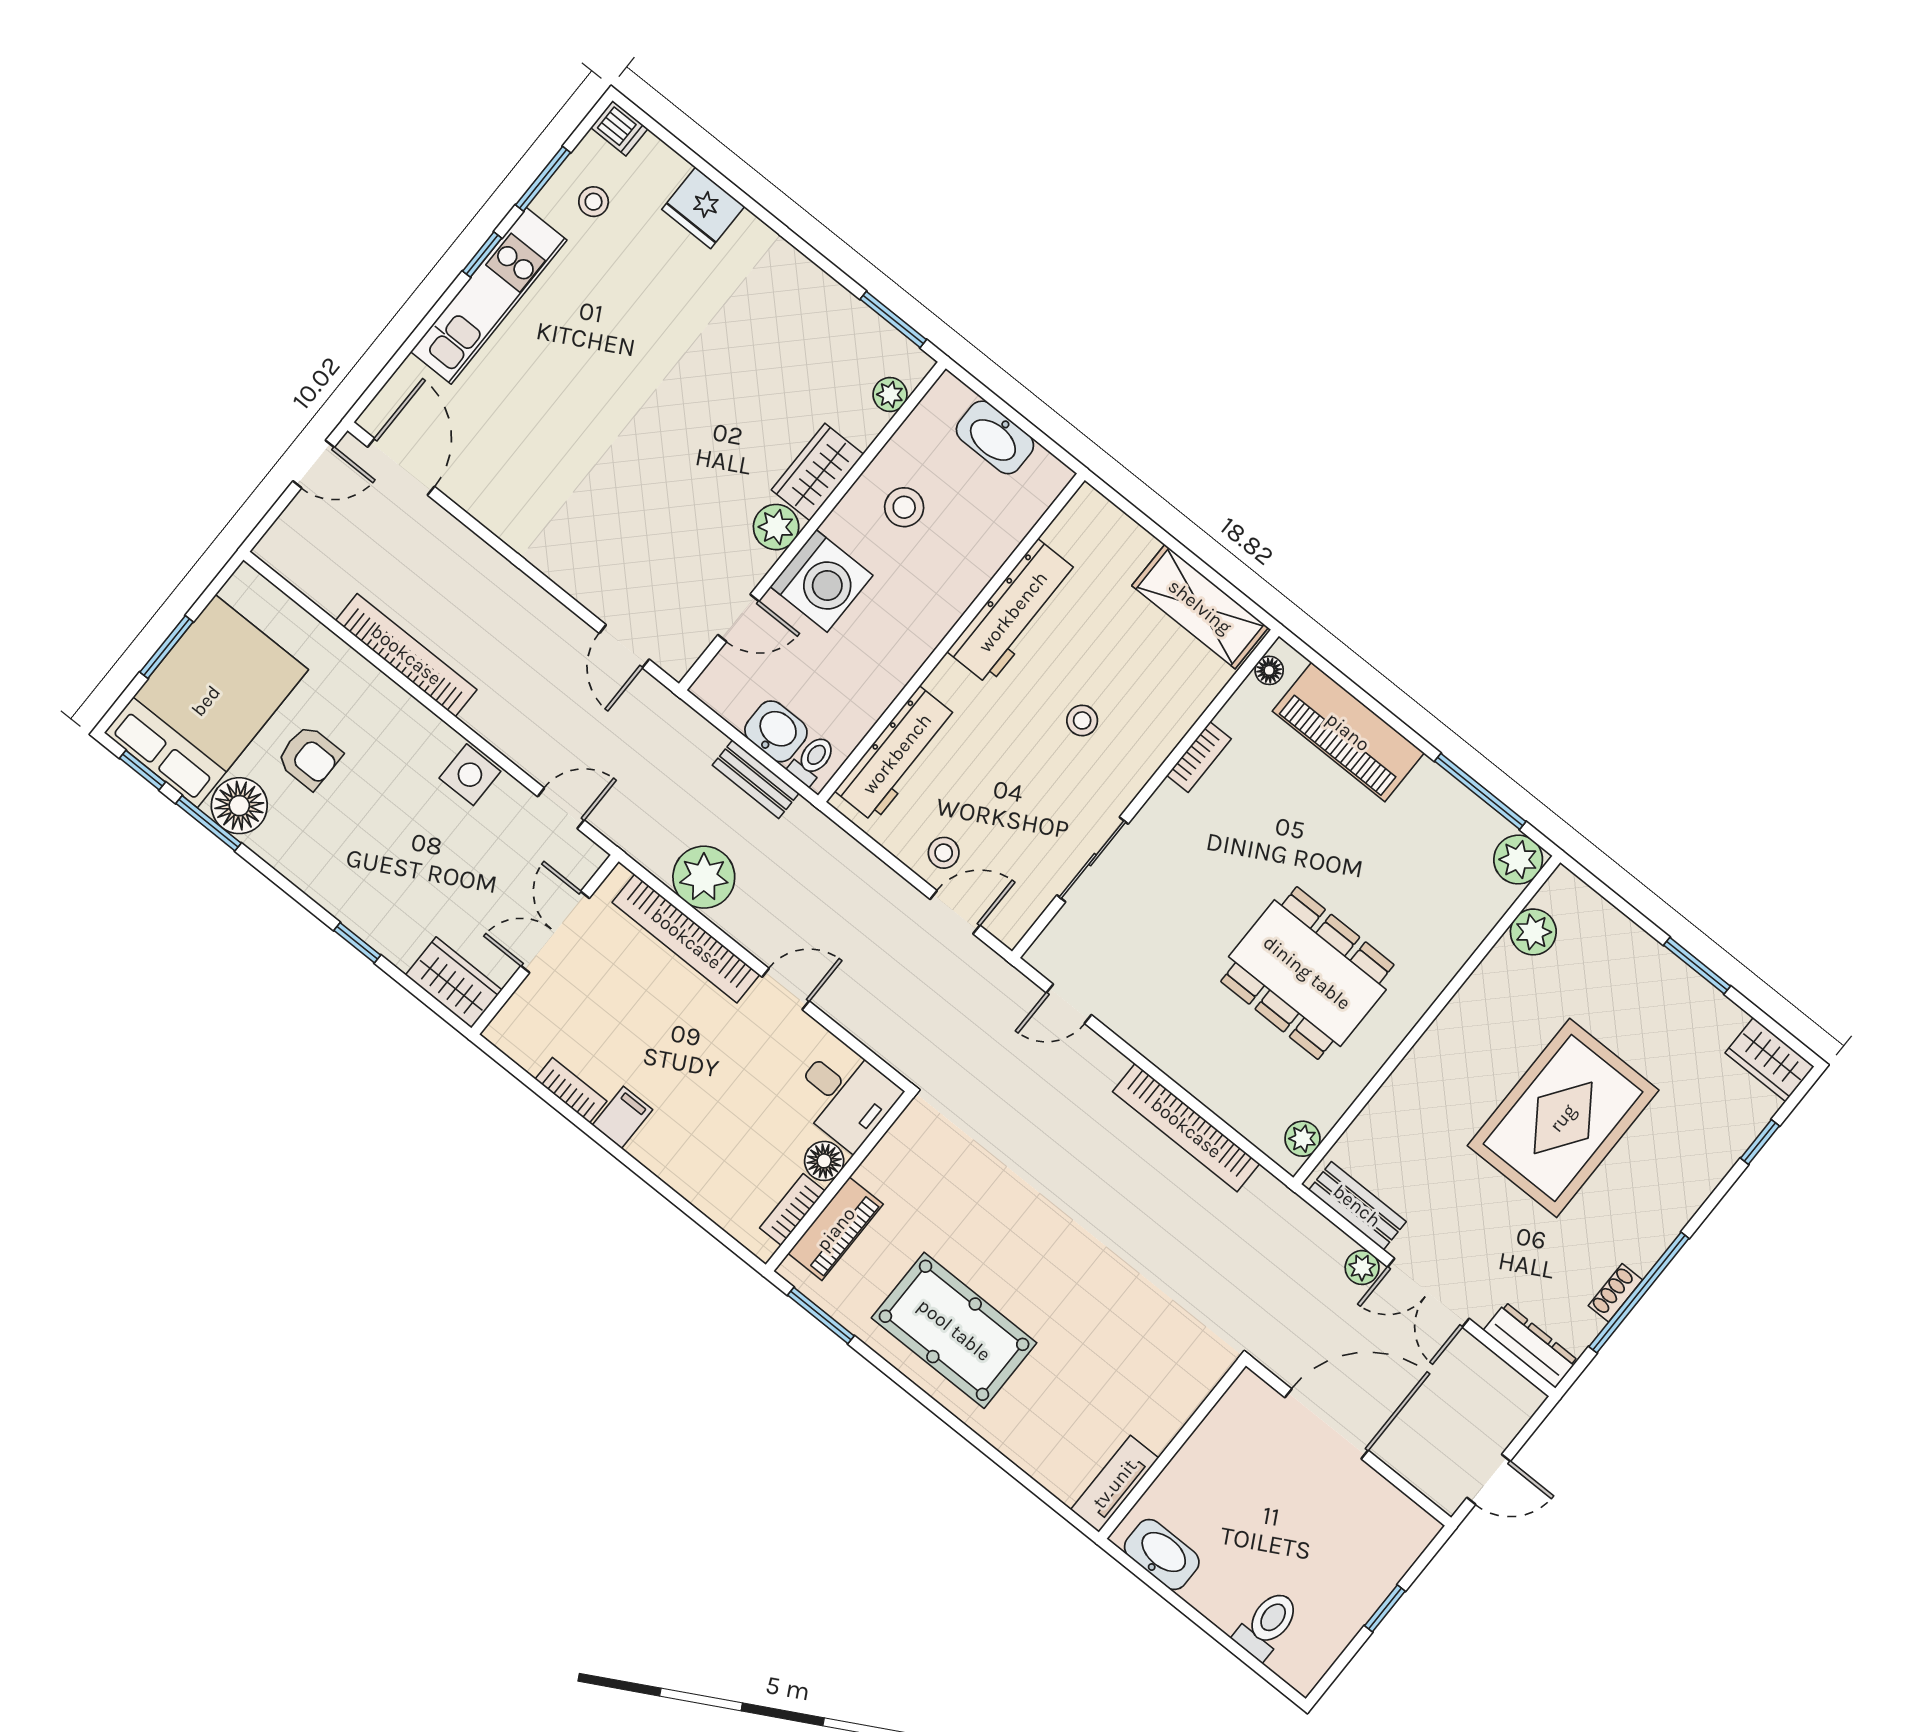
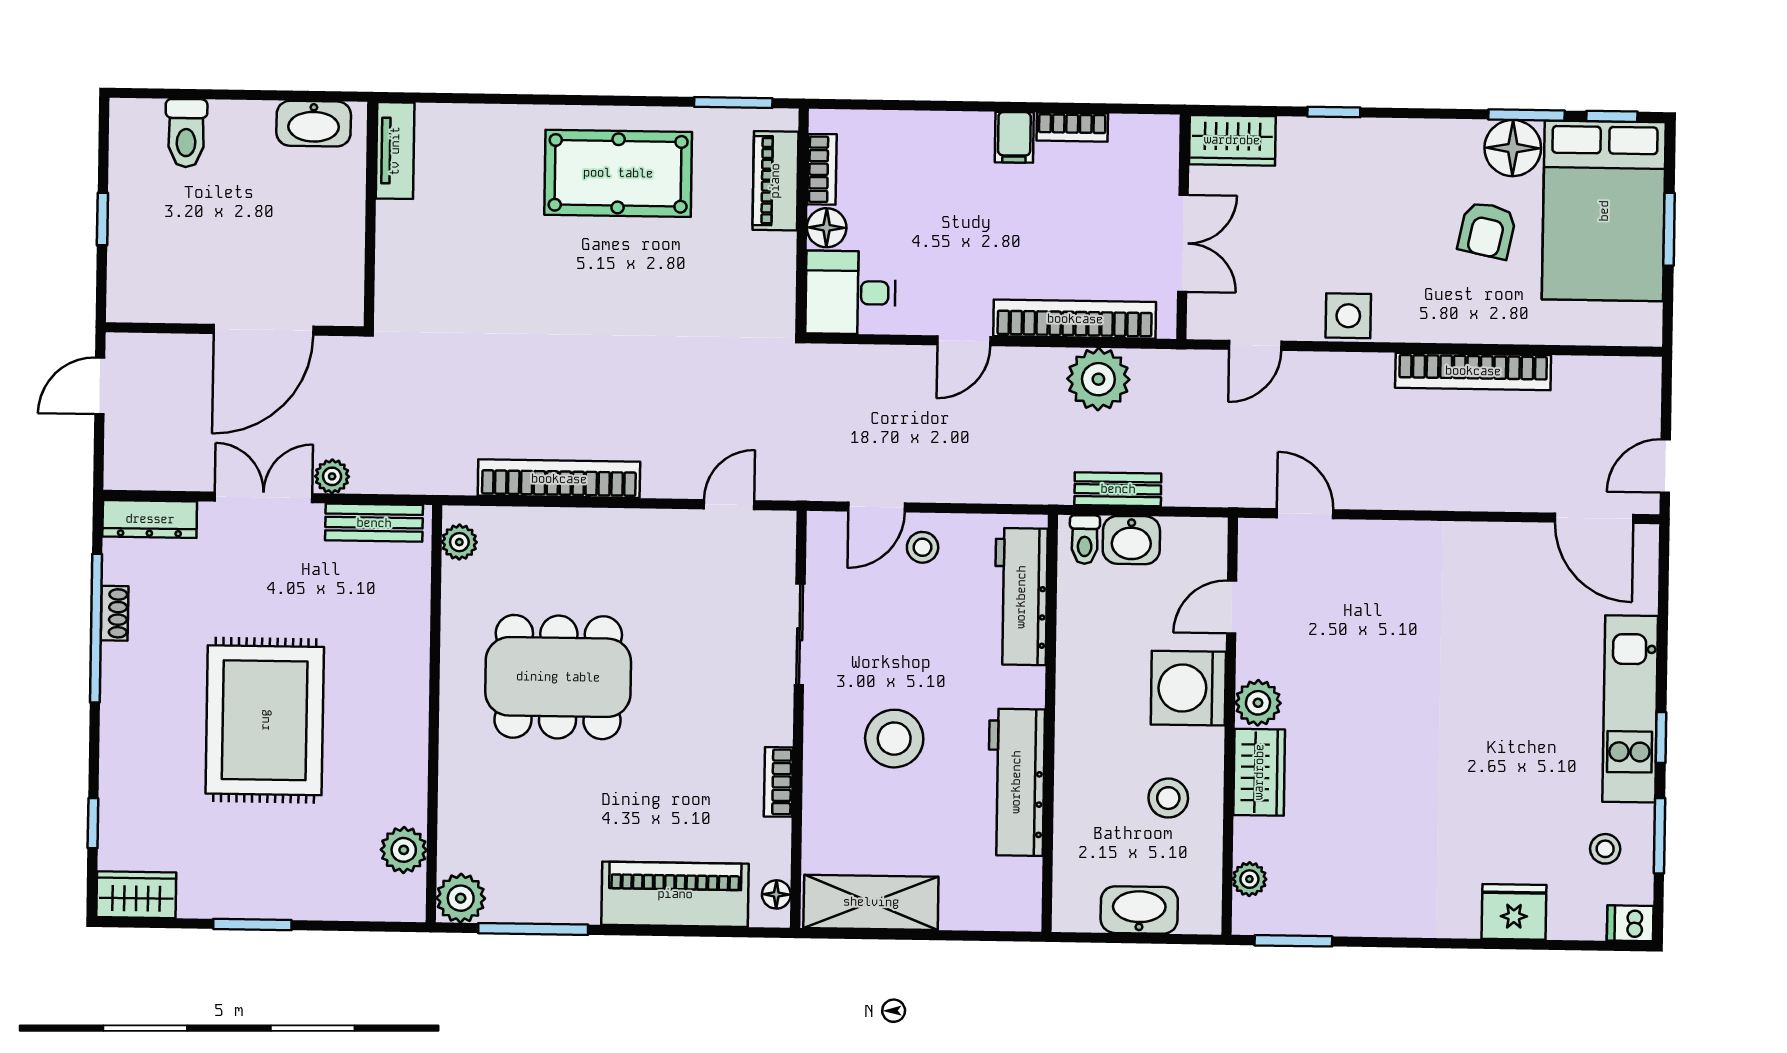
stool: (1082, 720) -> (894, 739), width x1.89, depth x1.89
armchair: (309, 757) -> (1487, 230), turned -78

